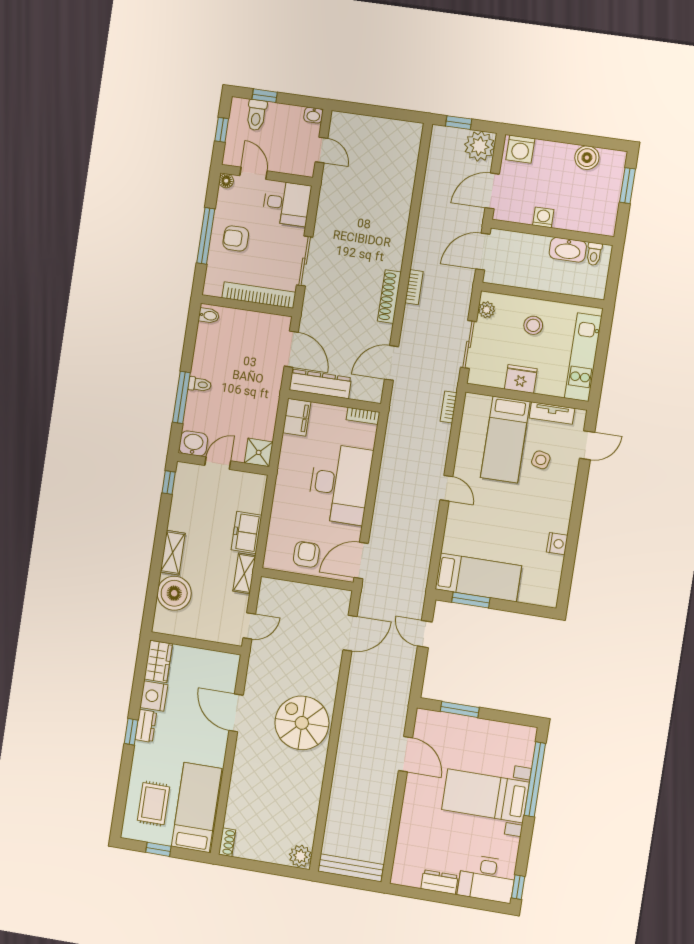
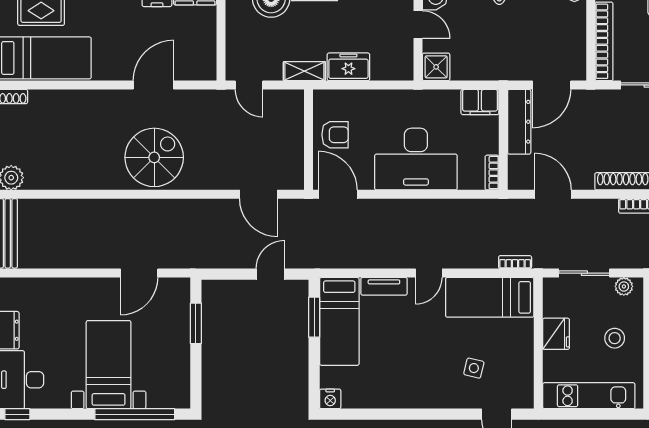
tv unit: (552, 413) -> (384, 286), moved, turned -90
bed: (505, 440) -> (490, 297), moved
nightstand: (557, 544) -> (330, 399), moved

